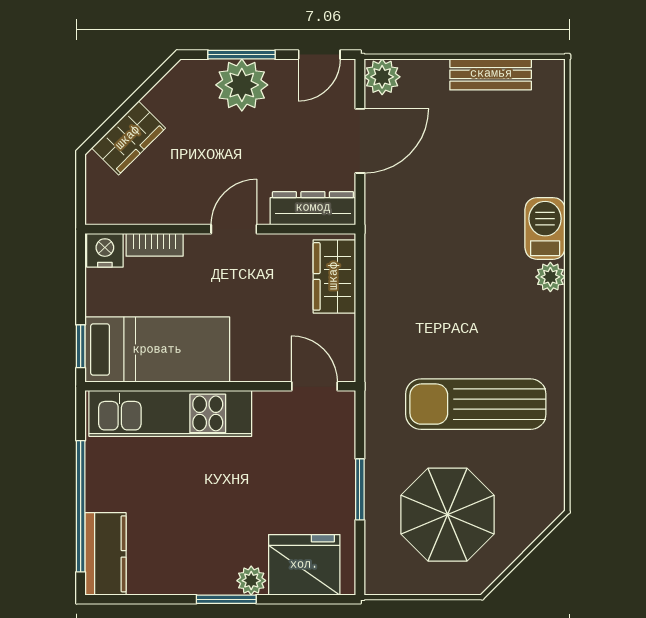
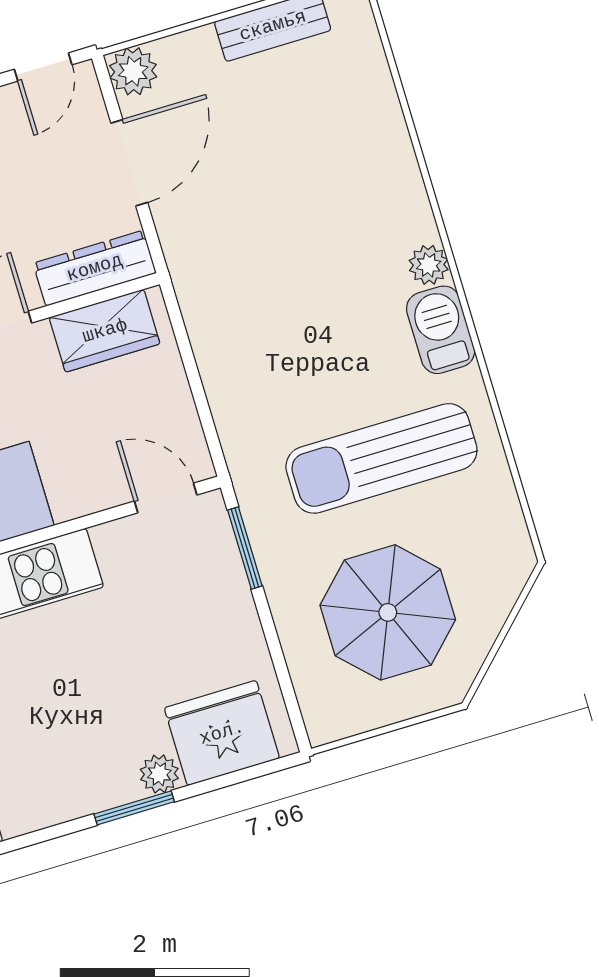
barbecue: (545, 228) -> (441, 330), moved
wardrobe: (334, 276) -> (105, 331), moved, turned -90
window: (360, 489) -> (245, 548), moved

